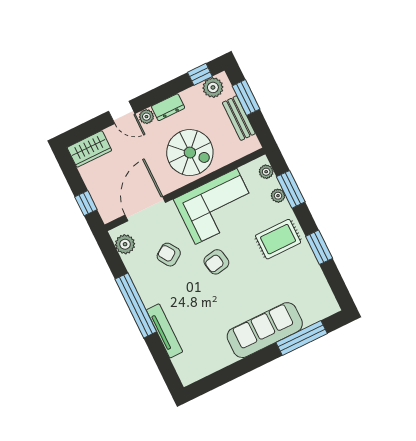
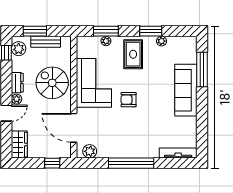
spiral stairs: (190, 153) -> (52, 83), turned -90
plant: (266, 172) -> (162, 41), moved
armchair: (169, 255) -> (109, 127), removed
armchair: (216, 262) -> (129, 100), turned 101
tv unit: (165, 331) -> (178, 153), moved

